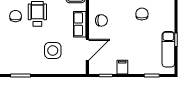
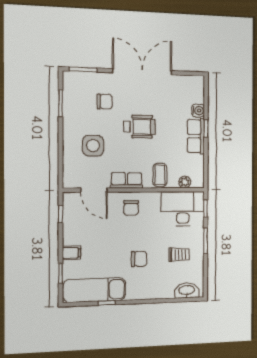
chair: (16, 16) -> (105, 102), moved
exam couch: (168, 49) -> (94, 290), width x1.36, depth x1.45
filing cabinet: (122, 67) -> (72, 253), moved

